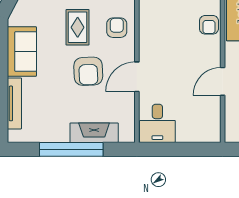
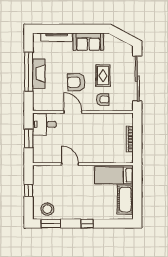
armchair: (209, 25) -> (105, 156), removed
rug: (78, 27) -> (103, 76), turned 90
fireplace: (94, 133) -> (39, 74), moved
window: (180, 149) -> (29, 138), added

